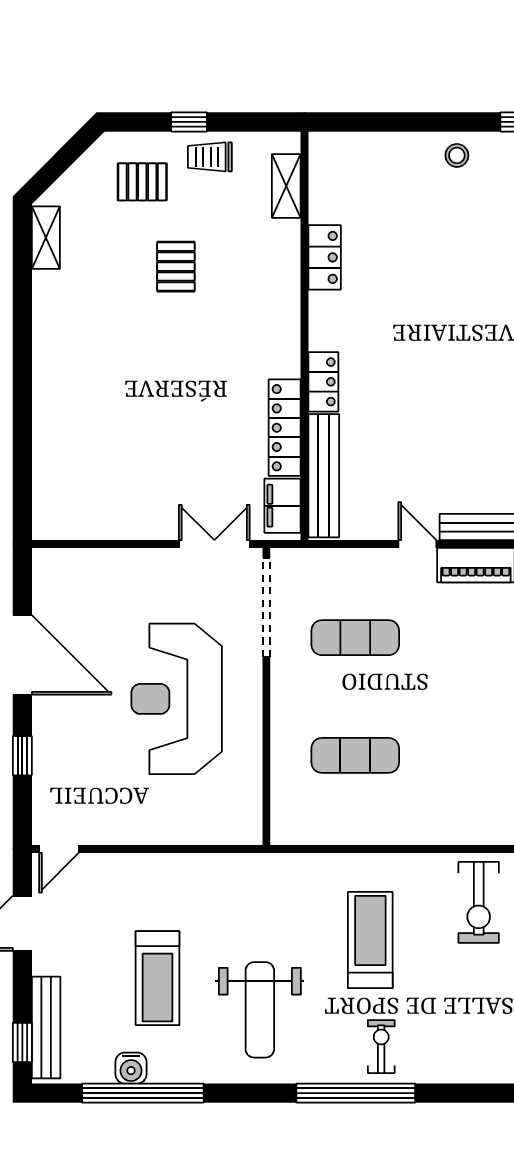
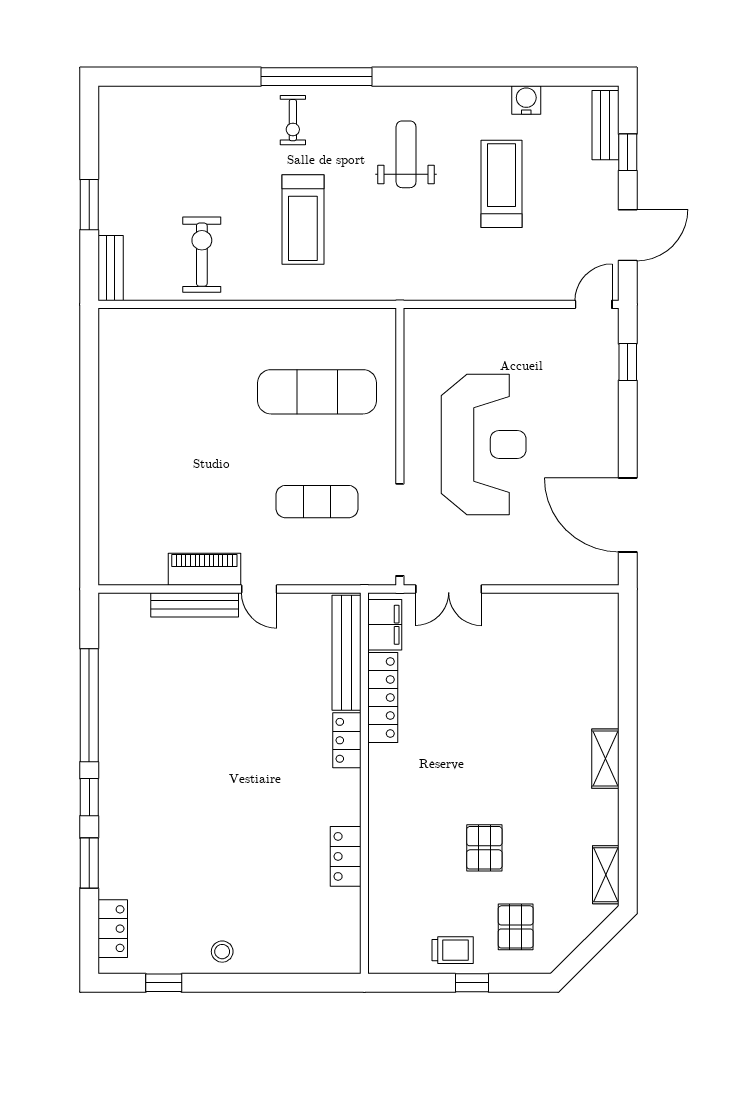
pallet: (142, 182) -> (516, 927), turned 90
shelving: (286, 186) -> (605, 759), moved
door: (22, 655) -> (628, 515), moved
exercise mat: (355, 755) -> (317, 392), width x1.36, depth x1.45
window: (22, 756) -> (628, 362), moved
weight bench: (260, 1010) -> (406, 154), width x0.73, depth x0.75
bench: (46, 1028) -> (605, 125), width x0.73
window: (22, 1042) -> (628, 152), moved
window: (143, 1093) -> (515, 77), removed

